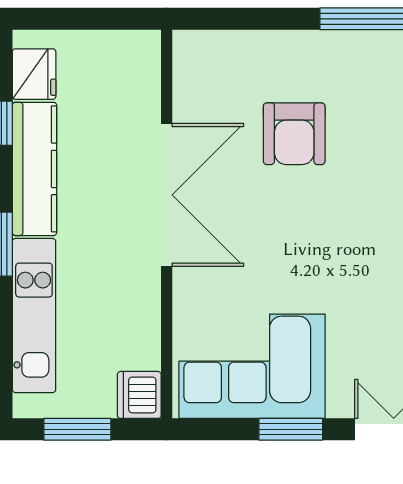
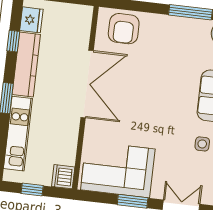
armchair: (294, 134) -> (124, 29), moved
window: (77, 429) -> (32, 189), width x0.67

